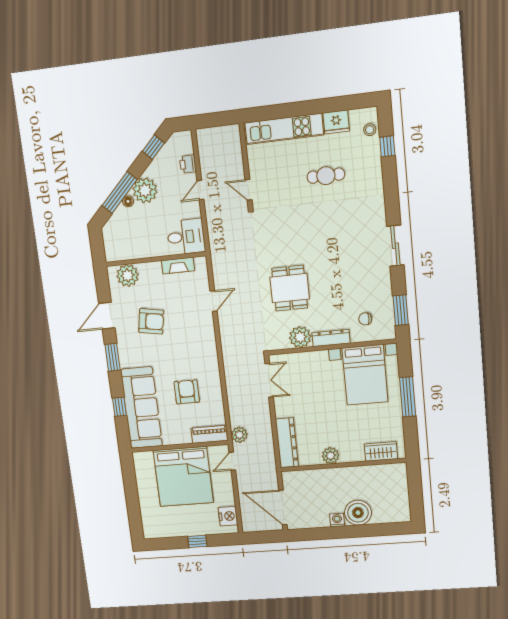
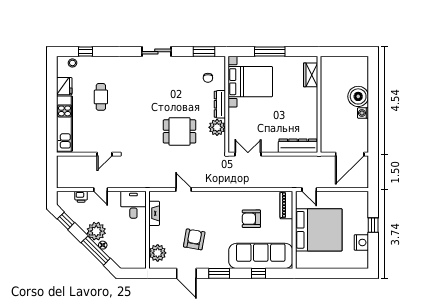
plant: (239, 435) -> (289, 182), removed
plant: (331, 456) -> (311, 113), removed
nightstand: (228, 516) -> (361, 242), moved, turned 90

